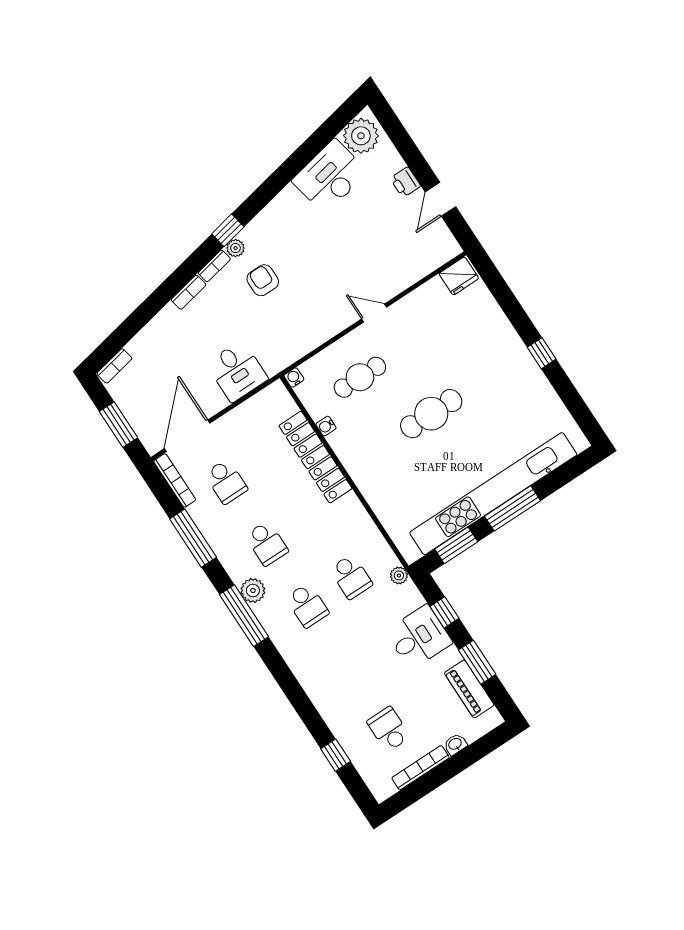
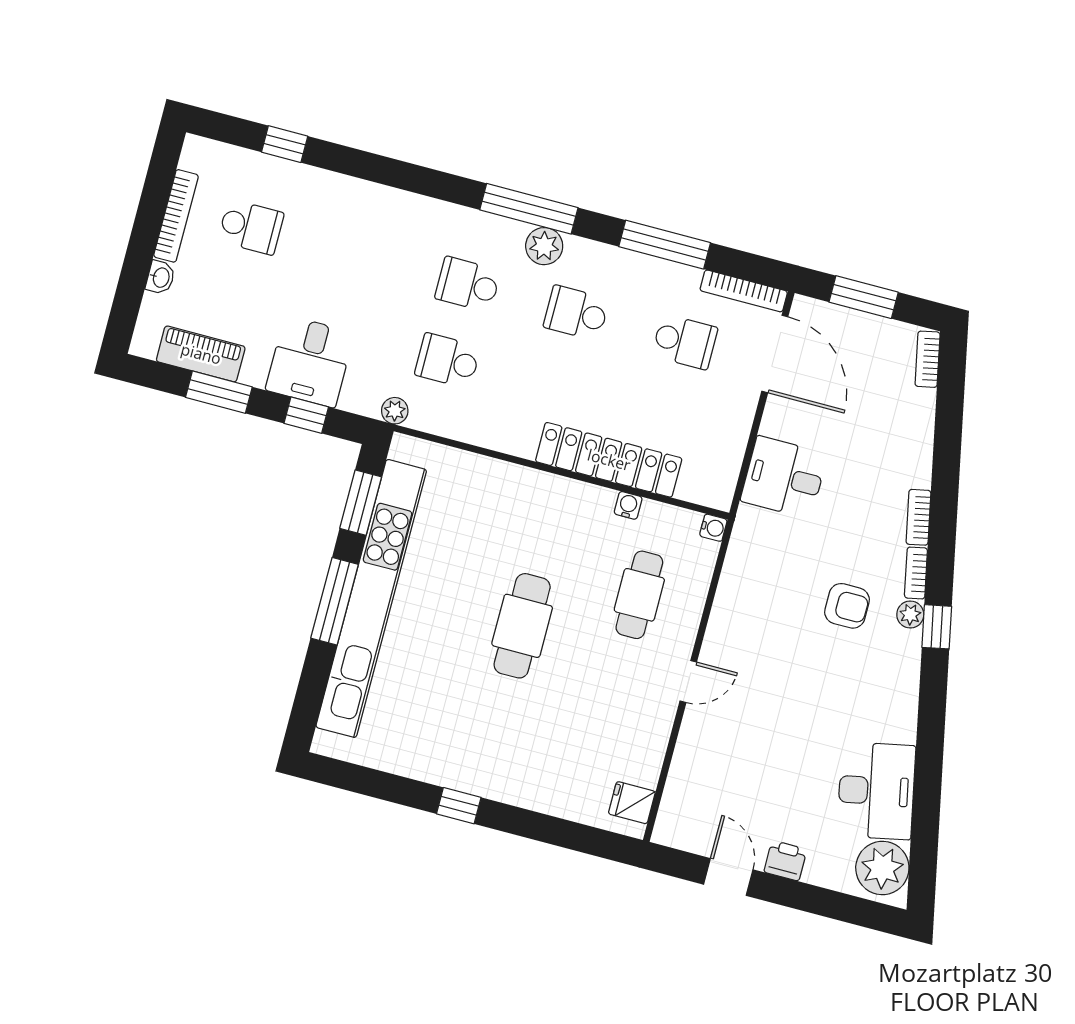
fridge: (459, 276) -> (632, 803), width x0.72
school desk: (226, 482) -> (685, 342), turned 180

